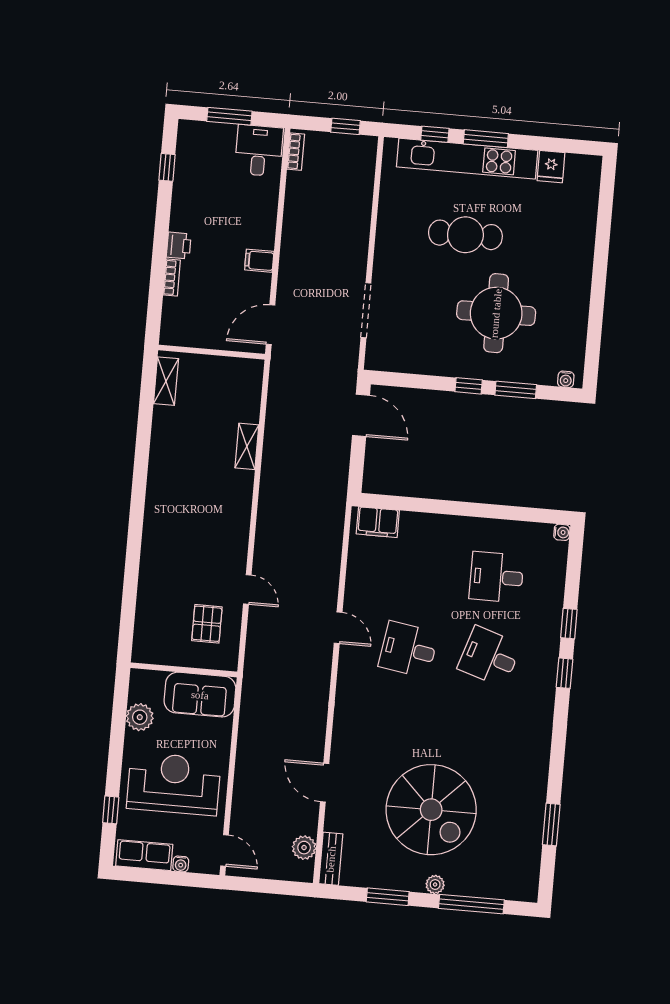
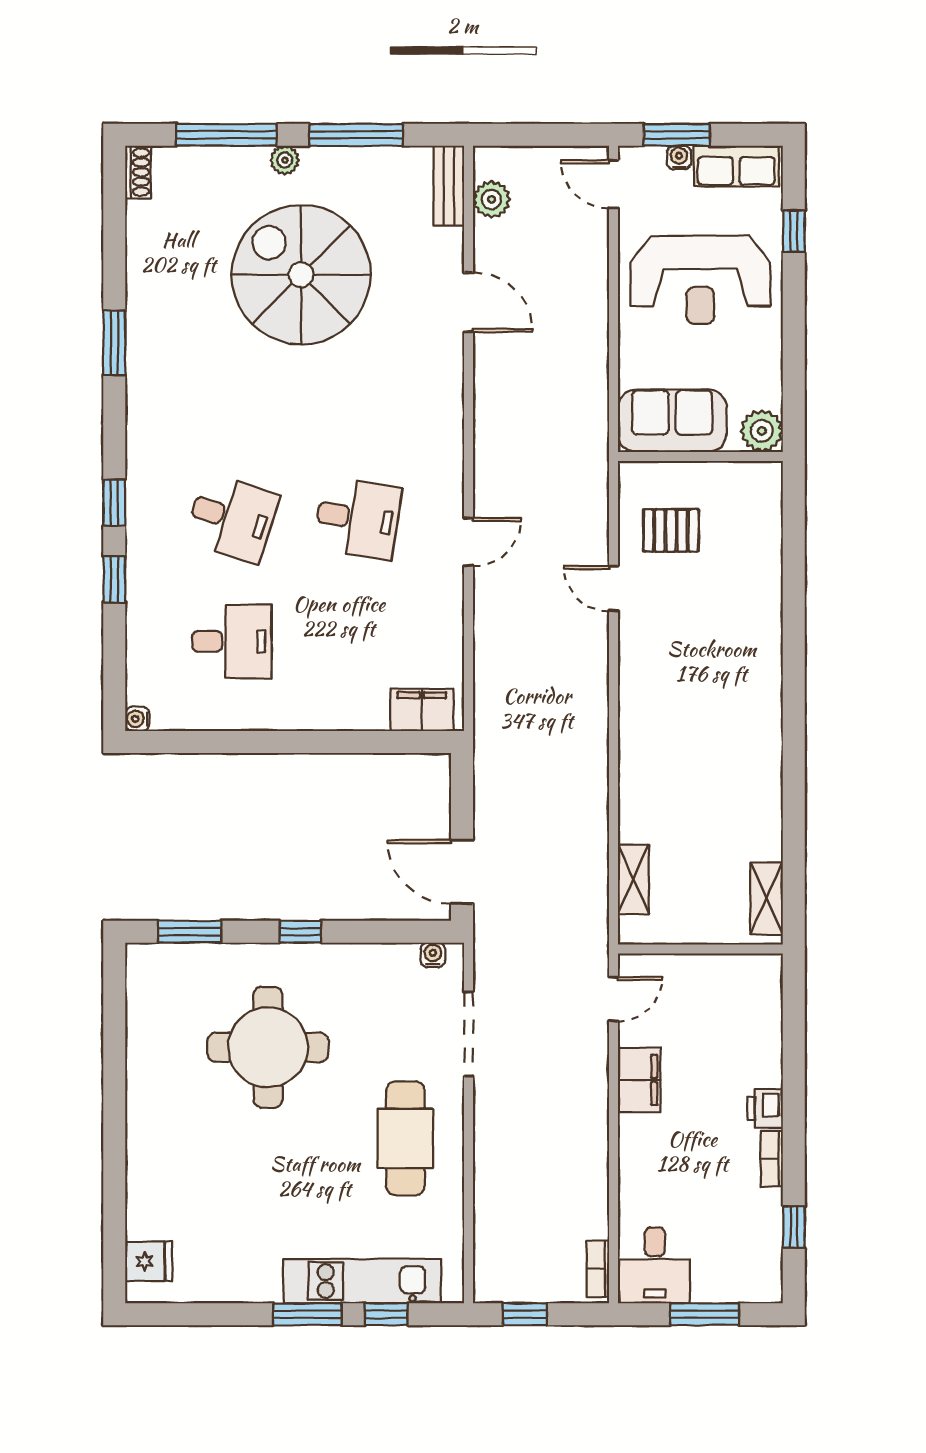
kitchen unit: (467, 159) -> (362, 1281), width x0.73
fridge: (551, 167) -> (149, 1261), moved, turned 90
cafe table: (465, 235) -> (405, 1138), moved, turned 90
filing cabinet: (259, 261) -> (639, 1080), width x2.00
bookcase: (172, 278) -> (772, 1159), moved
door: (270, 325) -> (613, 999), width x0.73
water cooler: (566, 379) -> (433, 955), moved
window: (516, 390) -> (190, 932), moved
shelving: (247, 446) -> (633, 879), moved
pallet: (207, 624) -> (671, 530), turned 90
door: (338, 628) -> (469, 542), swing flipped
plant: (140, 717) -> (762, 431), moved
window: (551, 825) -> (114, 343), moved
window: (181, 879) -> (677, 135), added
shoe rack: (531, 885) -> (138, 172), added
window: (388, 897) -> (356, 135), width x1.44

